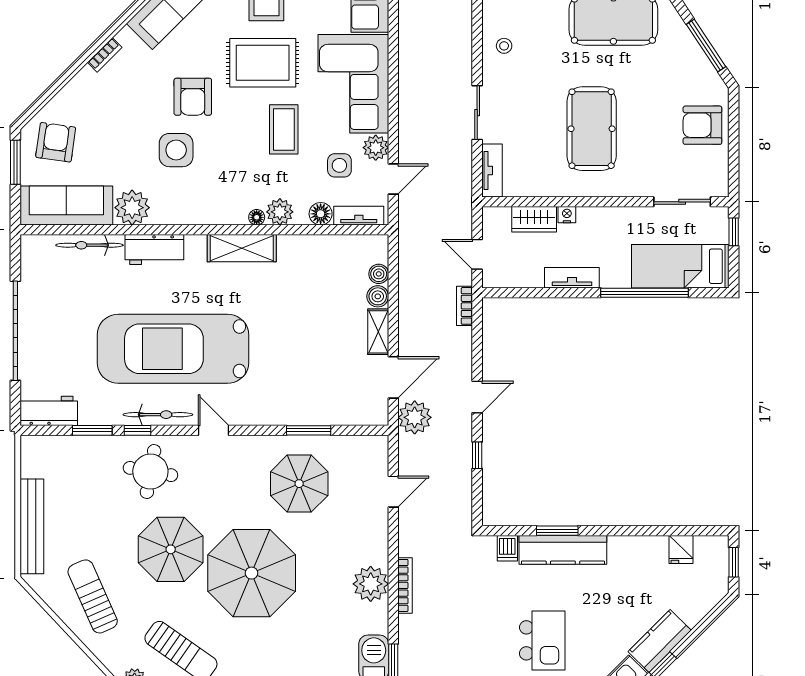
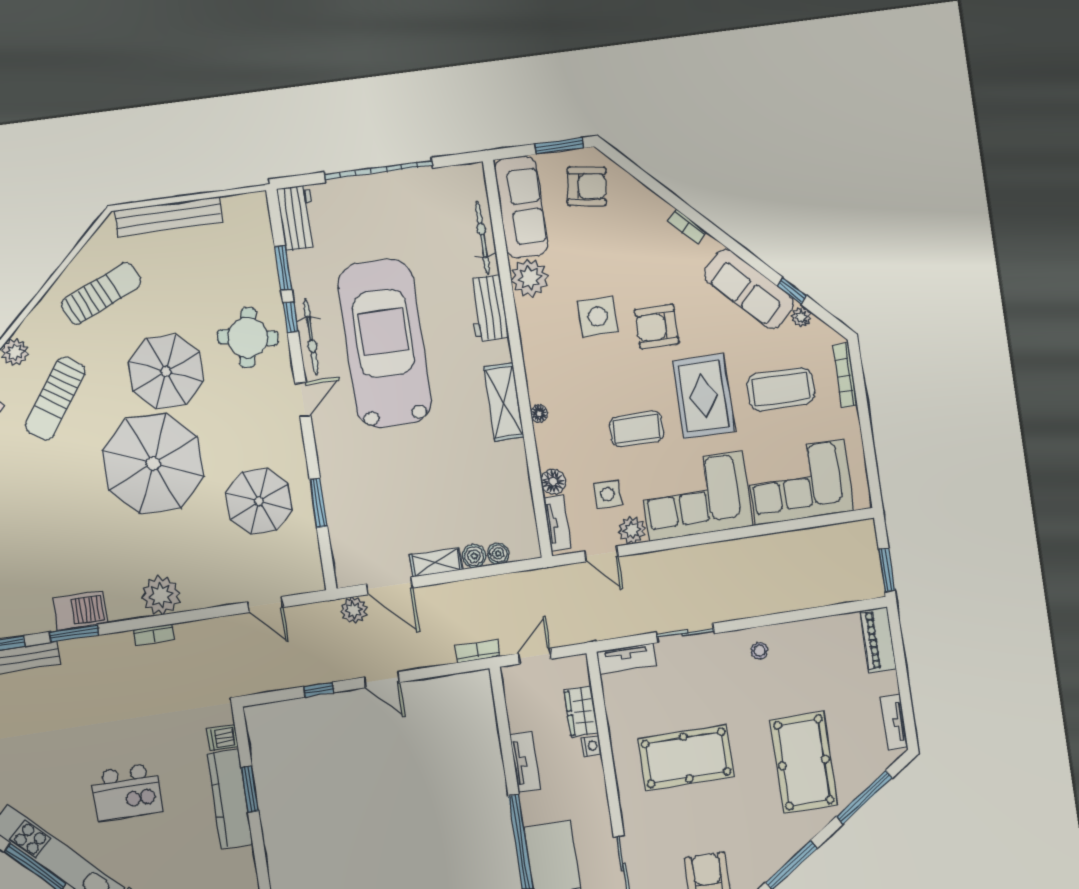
plant: (280, 212) -> (549, 437), removed
plant: (415, 417) -> (354, 610), width x0.73, depth x0.73
bookcase: (405, 585) -> (154, 635), width x0.64

